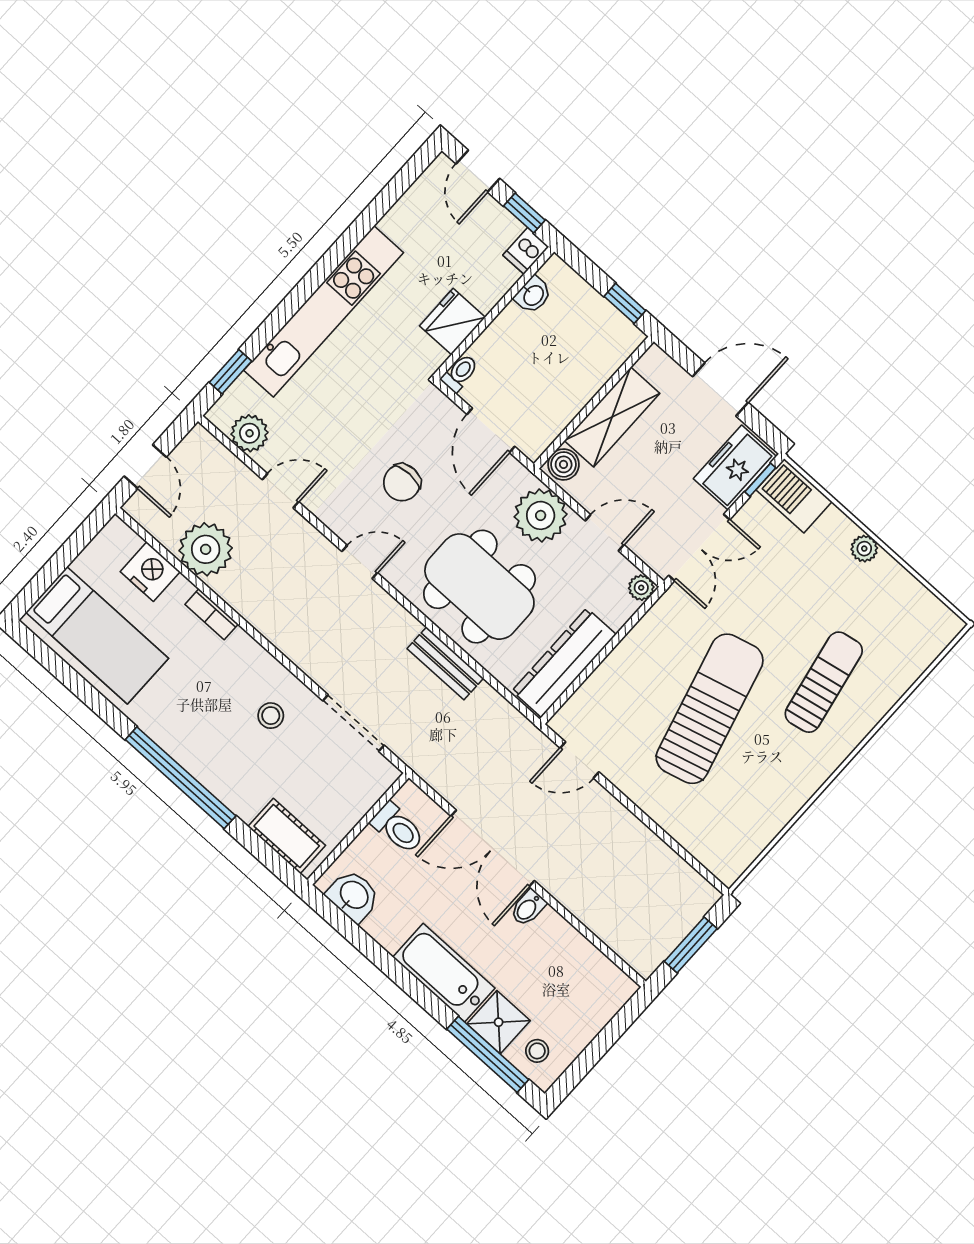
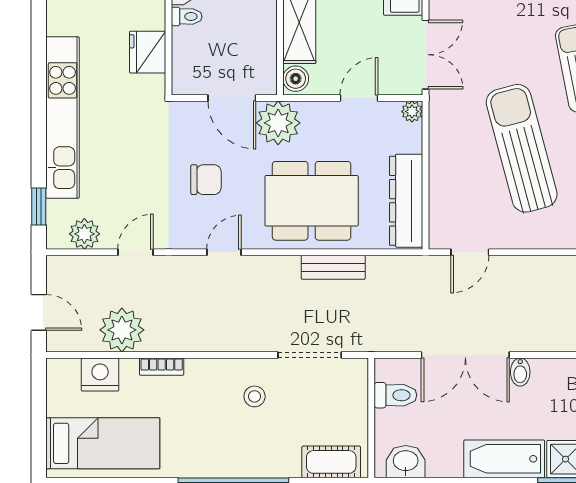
toilet: (460, 373) -> (187, 16), moved, turned 90
chair: (402, 483) -> (206, 180), turned -90
plant: (541, 515) -> (278, 123), moved

